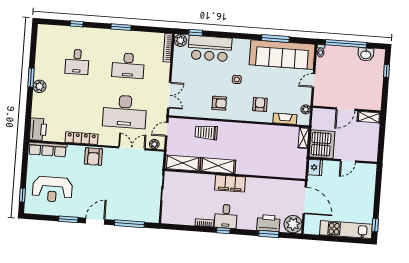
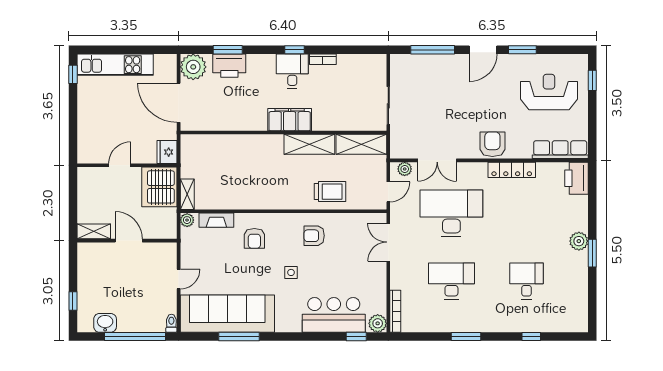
plant: (306, 109) -> (187, 220), moved
door: (346, 109) -> (129, 241), hinge flipped

